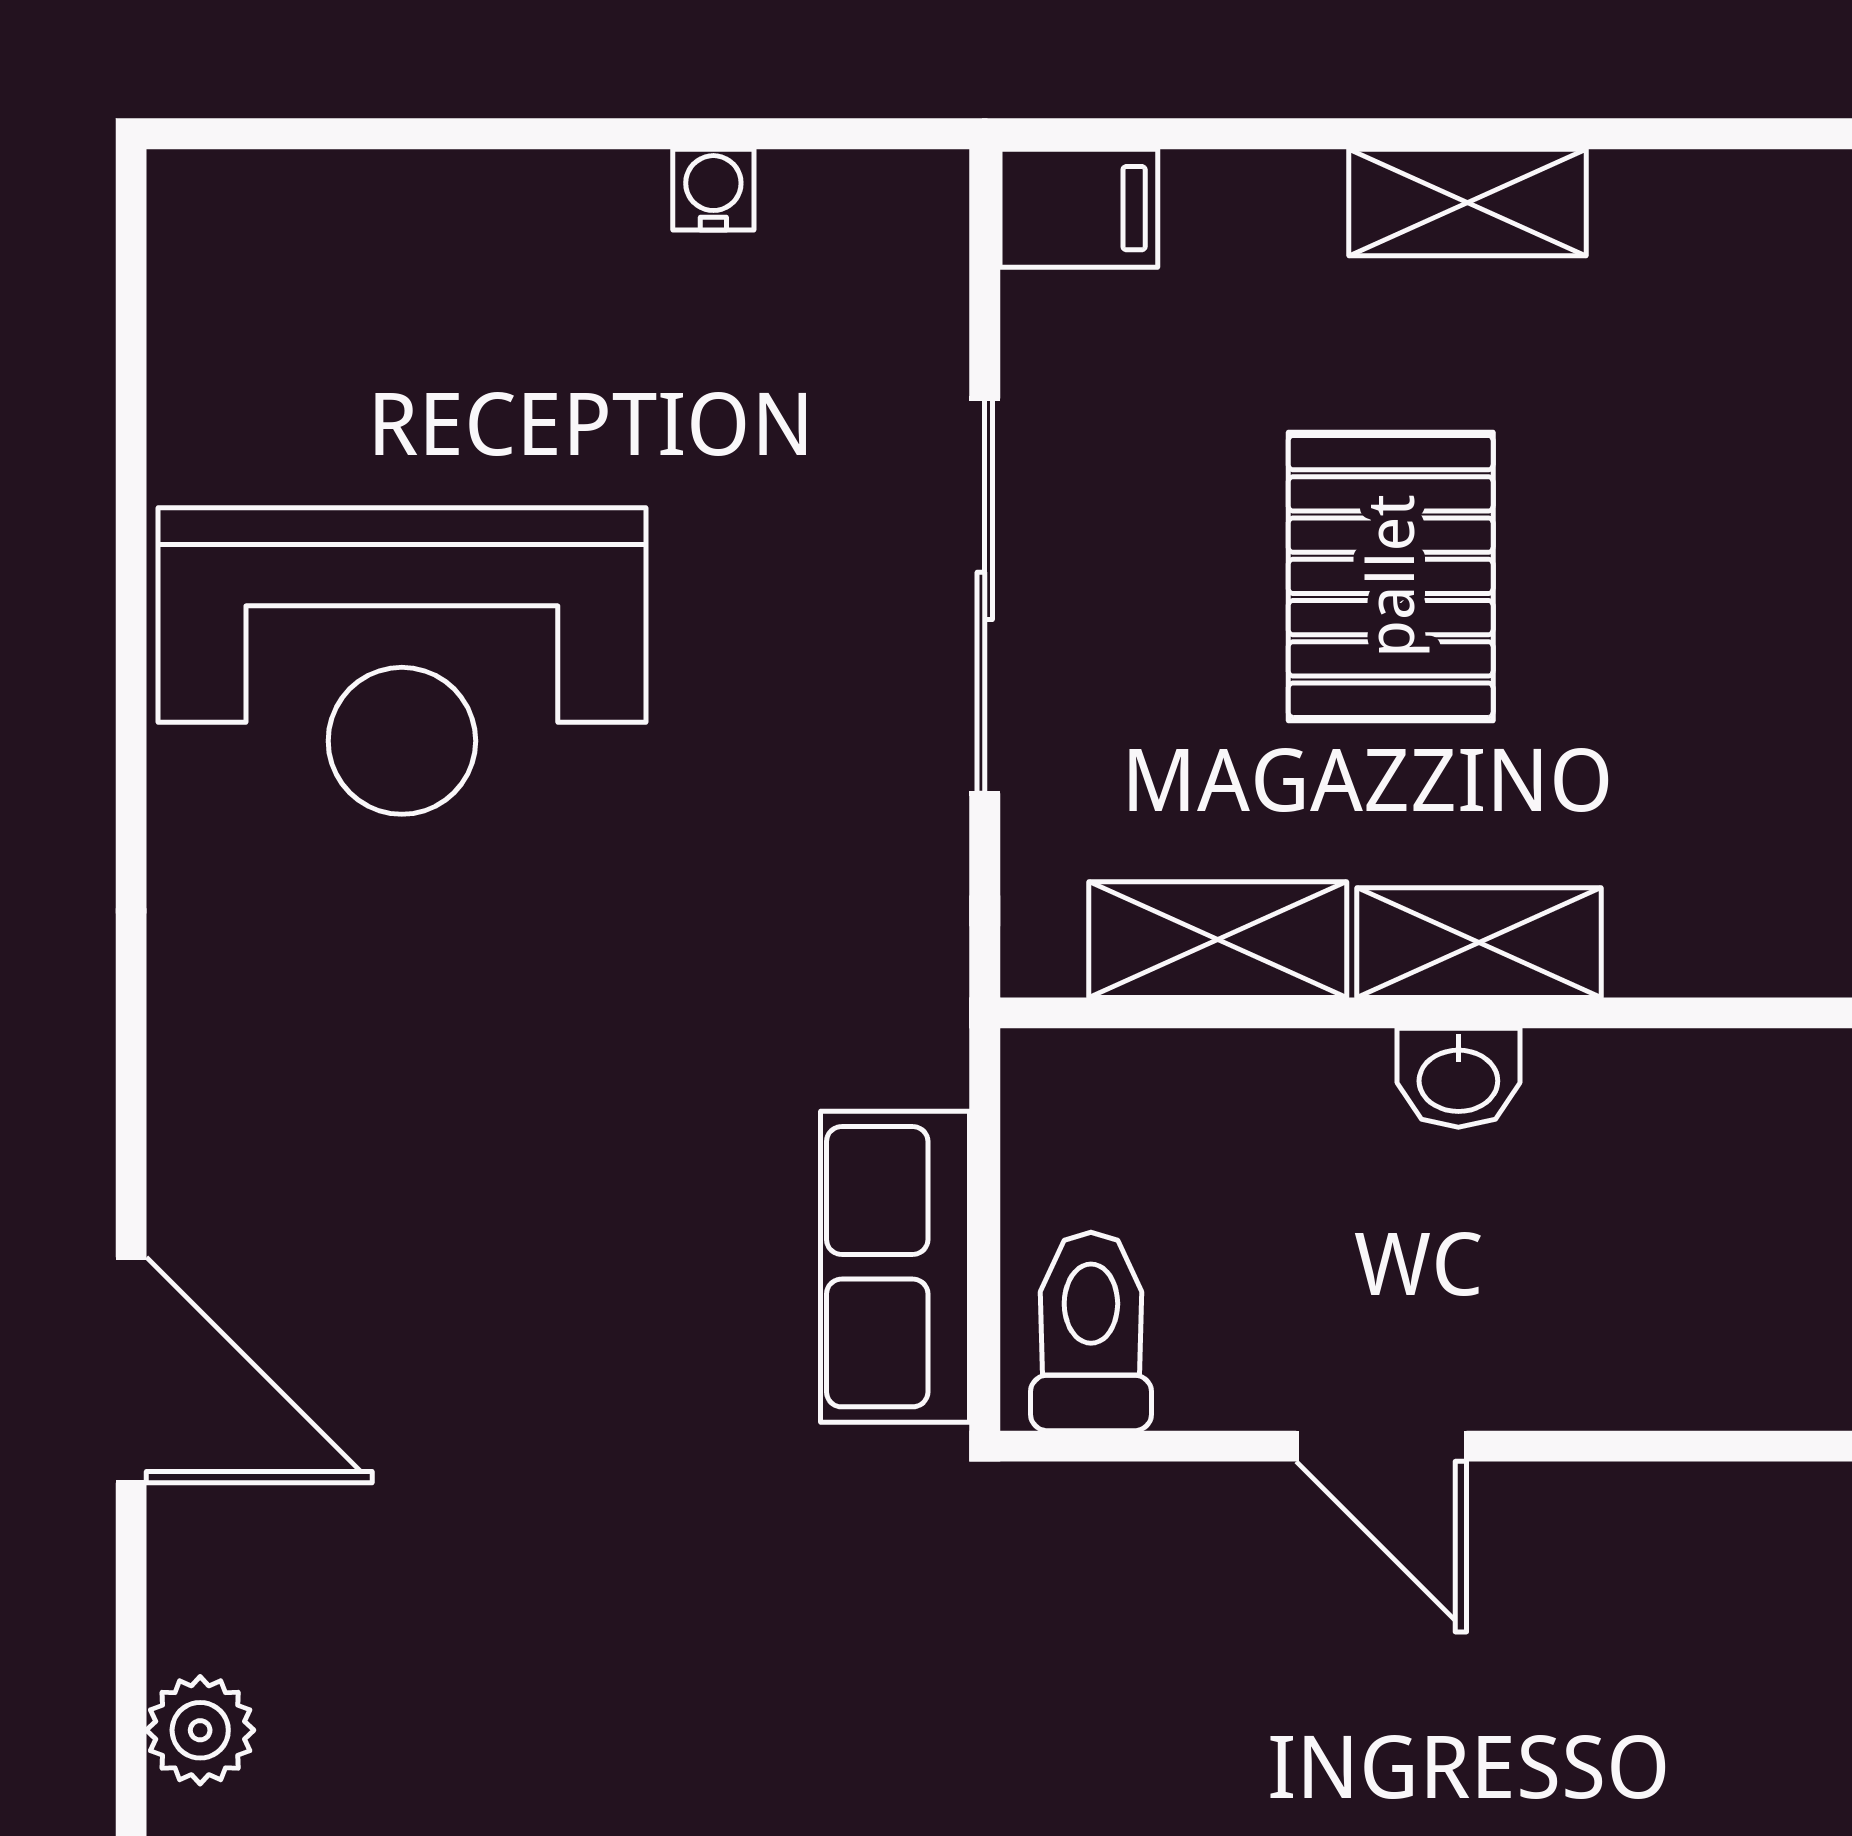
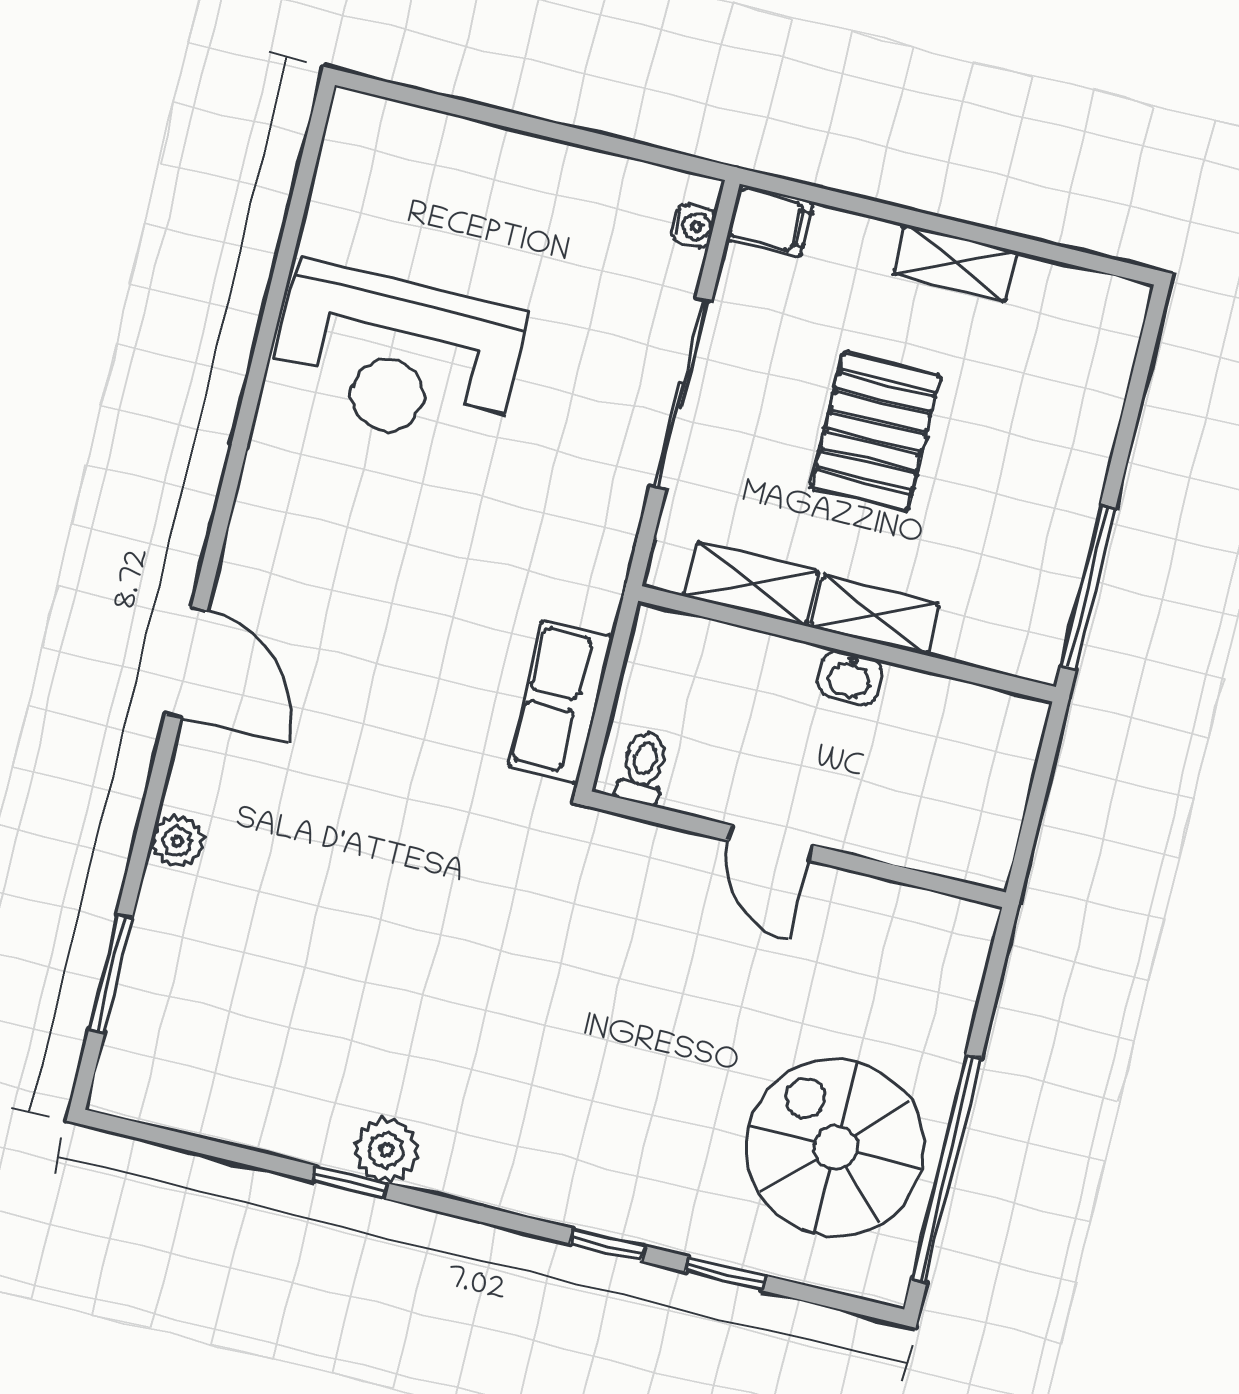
water cooler: (713, 190) -> (694, 226), moved, turned 90
toilet: (1091, 1331) -> (643, 768), width x0.73, depth x0.72

